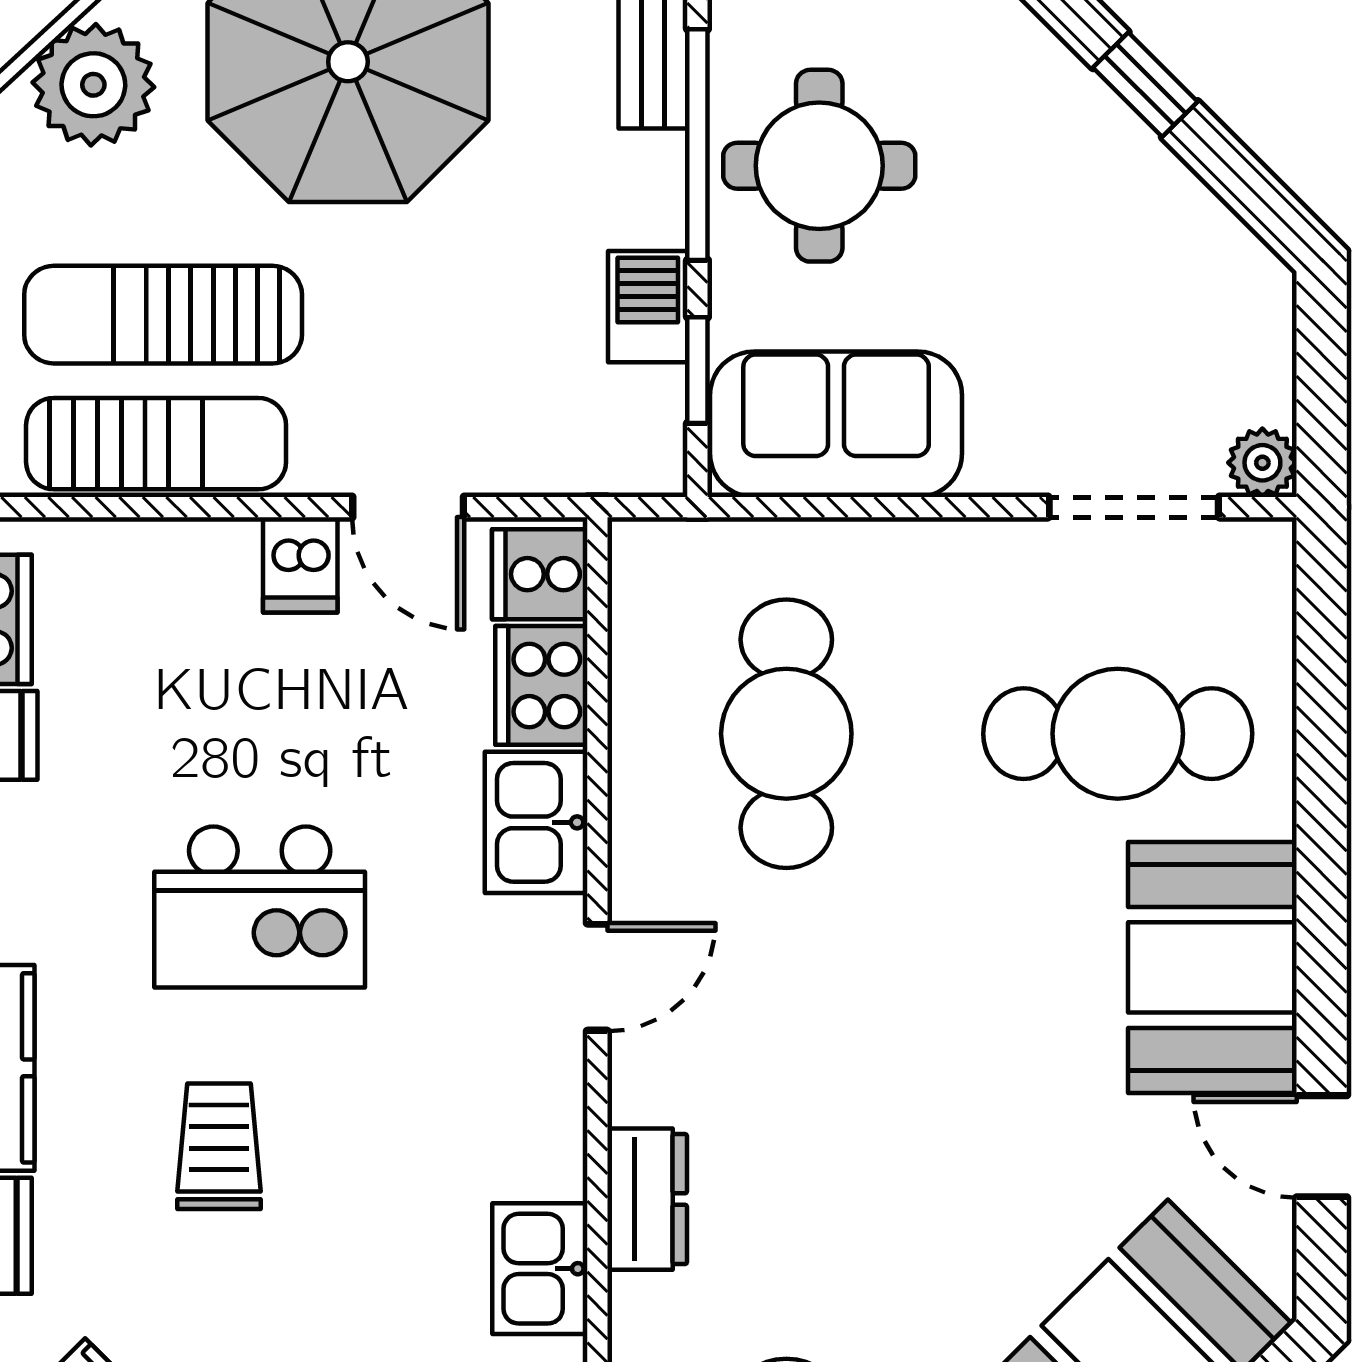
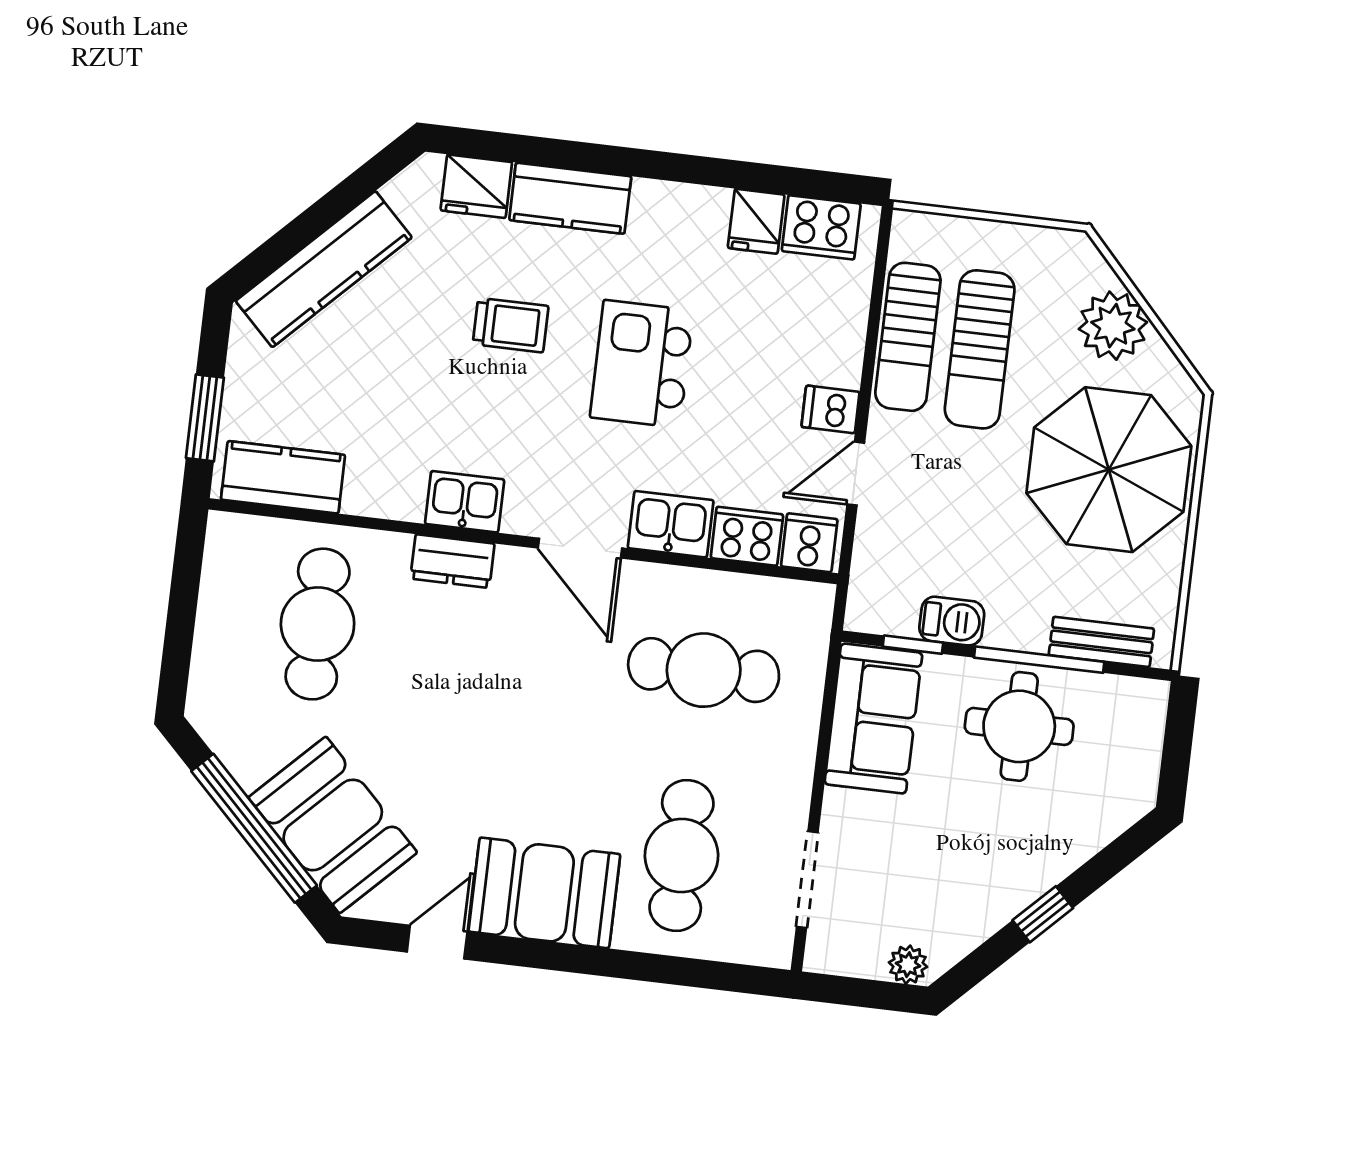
sun lounger: (163, 315) -> (980, 349), turned 180
plant: (1262, 463) -> (908, 965), moved
door: (597, 977) -> (580, 548), width x1.38
kitchen sink: (540, 1269) -> (465, 502), moved

